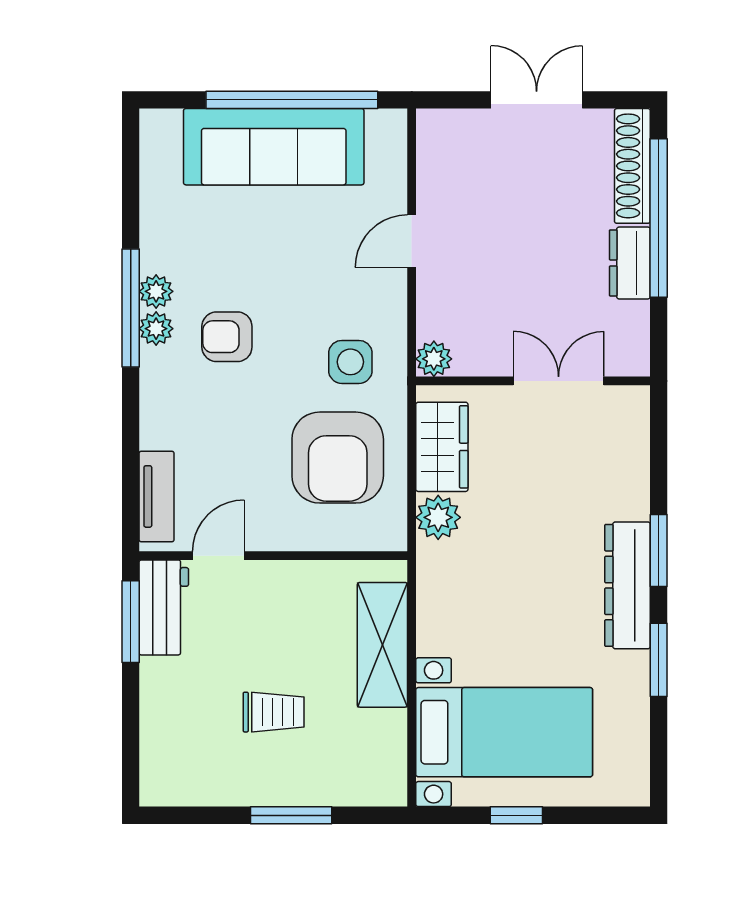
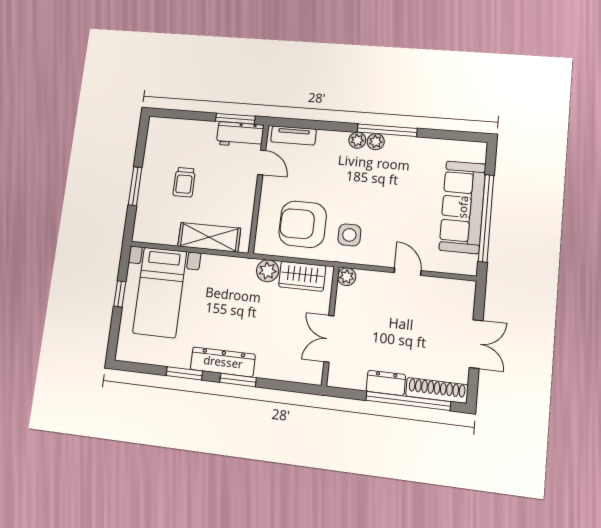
plant: (156, 291) -> (357, 140), moved
armchair: (227, 337) -> (368, 176), removed
double door: (559, 381) -> (329, 339), swing flipped

